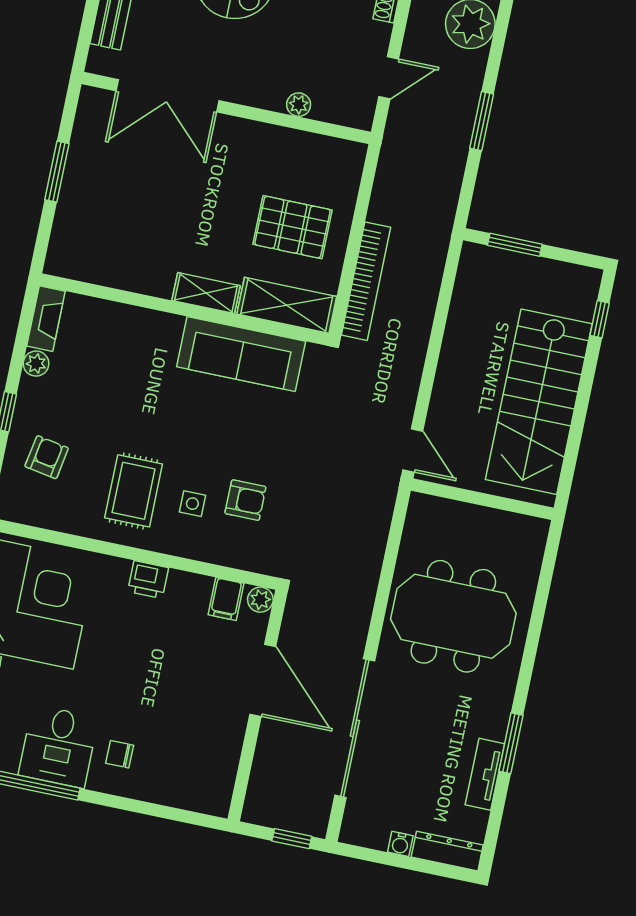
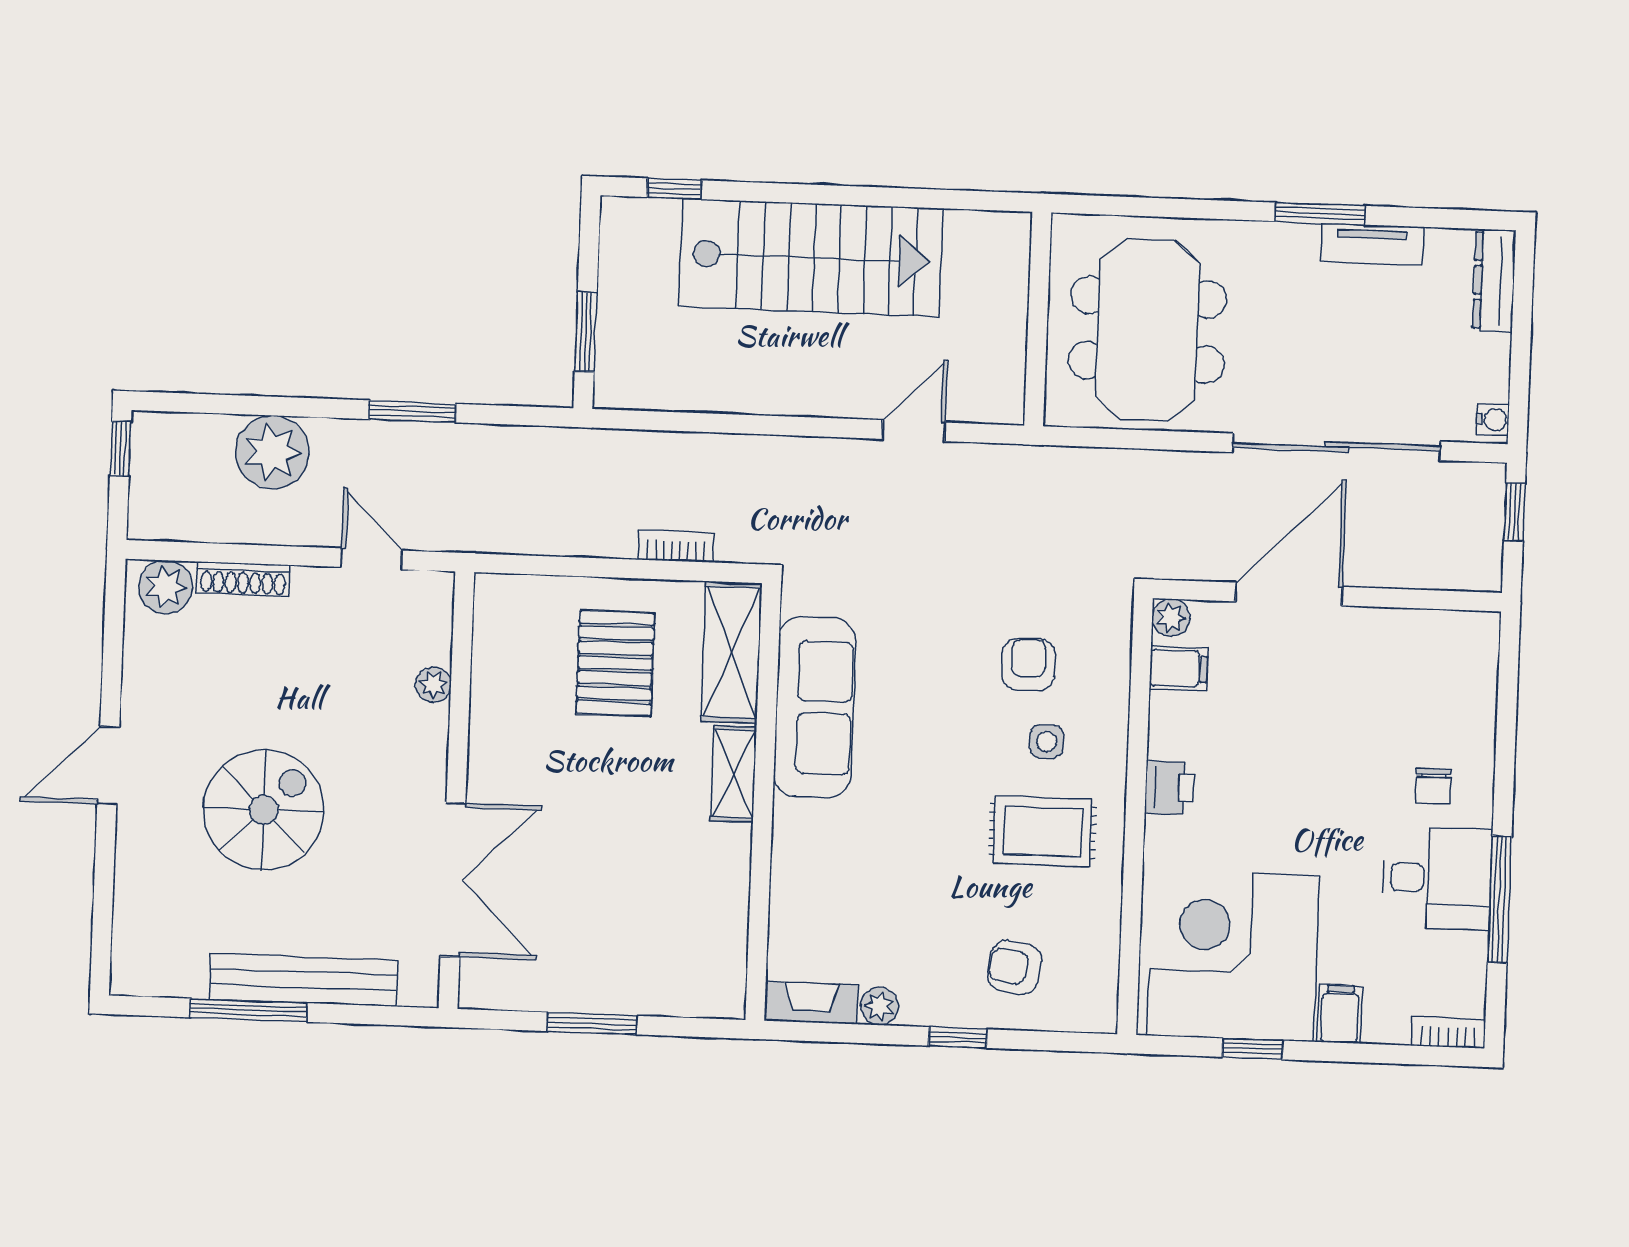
bookcase: (366, 281) -> (676, 546), width x0.43, depth x0.76
wall: (482, 499) -> (1038, 319), moved
water cooler: (400, 844) -> (1493, 420), moved

